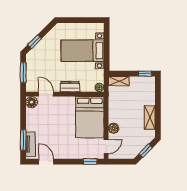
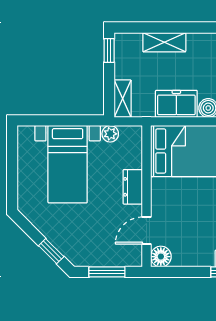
plant: (99, 87) -> (110, 134), moved
freezer: (116, 111) -> (176, 104), added
shelving: (150, 117) -> (164, 42), moved

